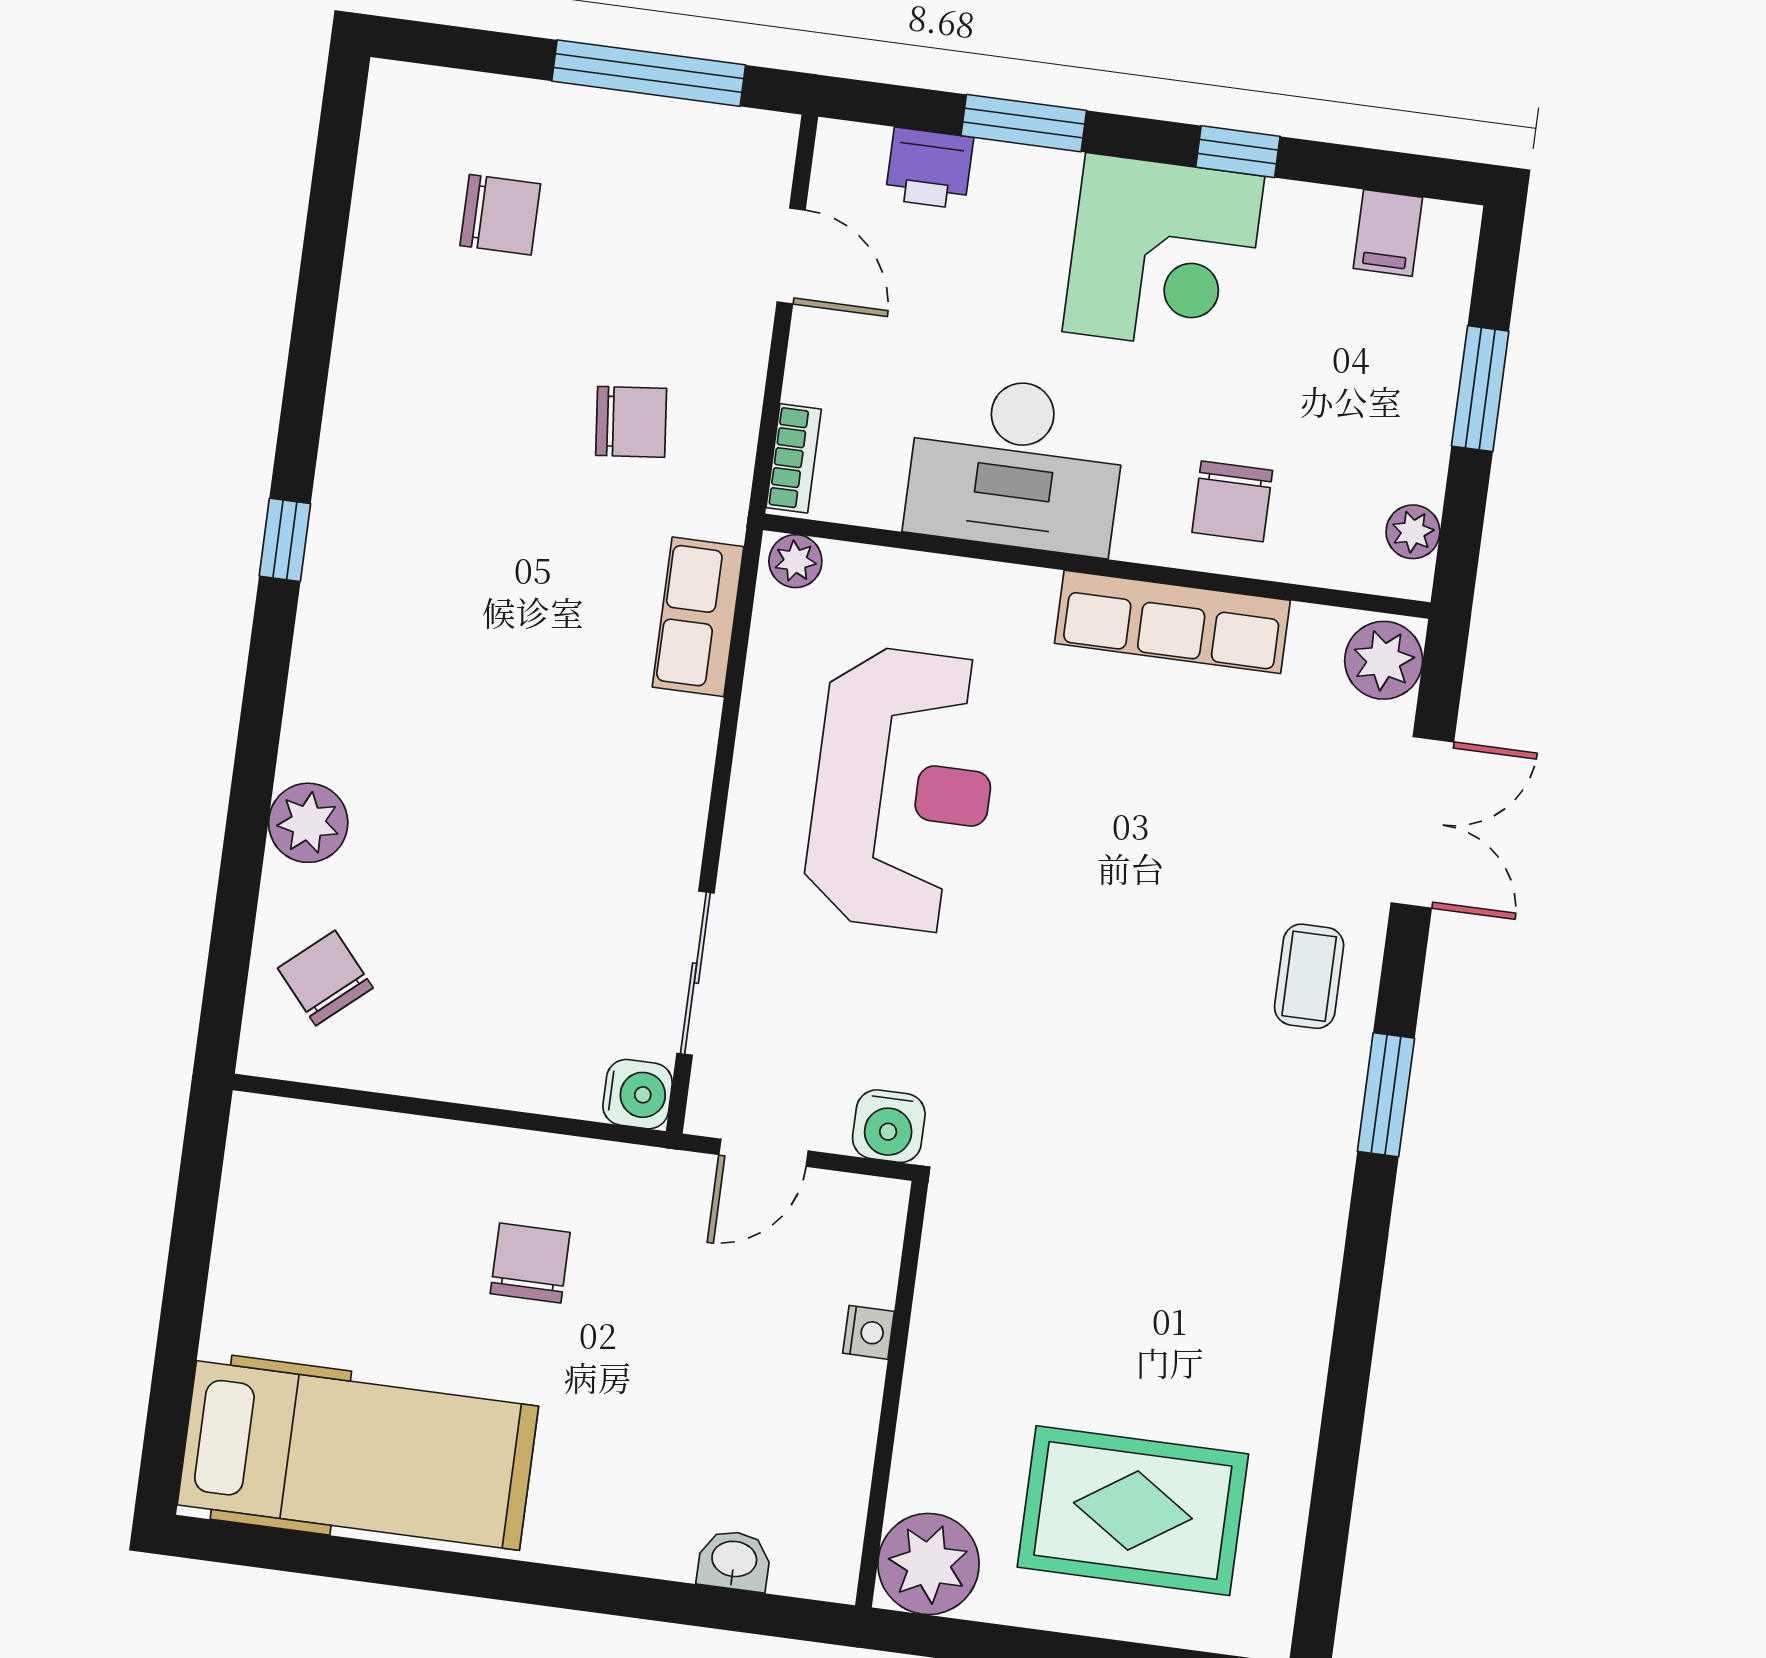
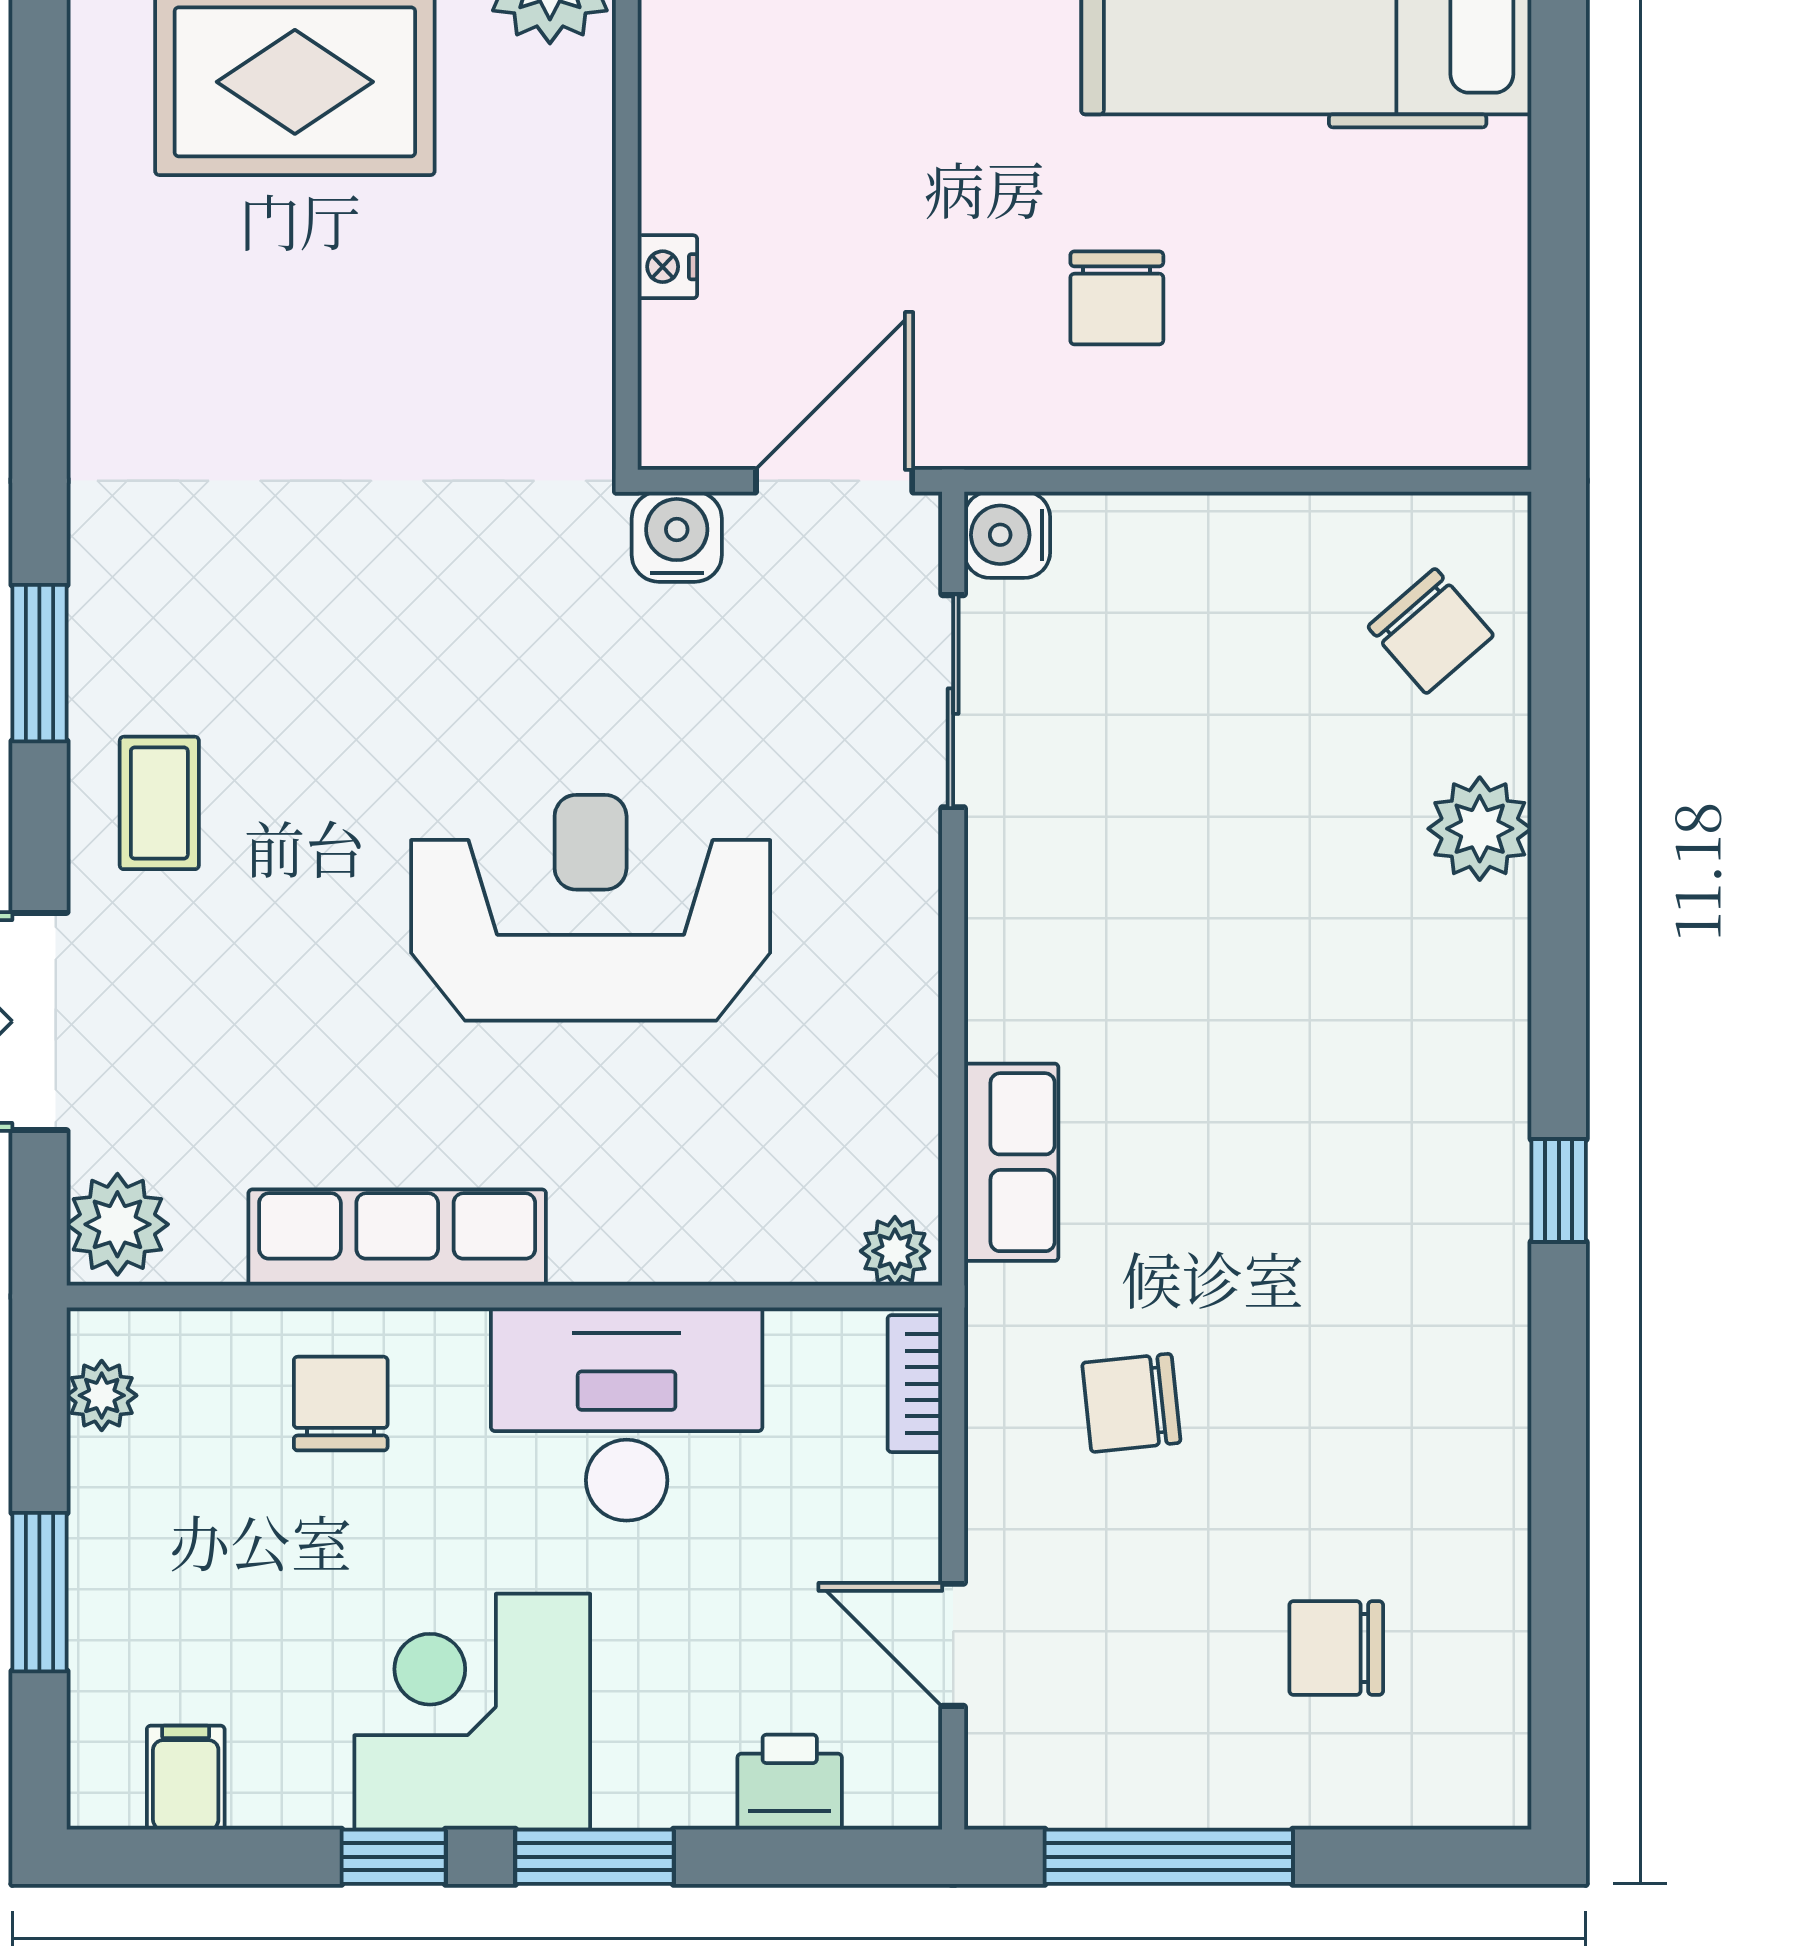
window: (1024, 123) -> (594, 1857), moved
reception desk: (903, 789) -> (591, 908), moved, turned 90
door: (764, 1153) -> (834, 481), width x1.38

